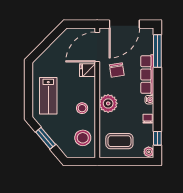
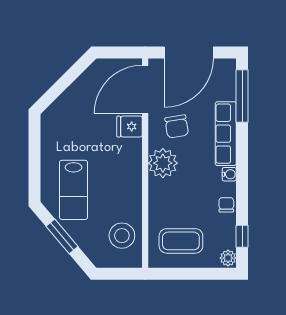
lab bench: (48, 96) -> (73, 190), moved
plant: (108, 103) -> (163, 163), moved
stool: (82, 108) -> (121, 188), removed

